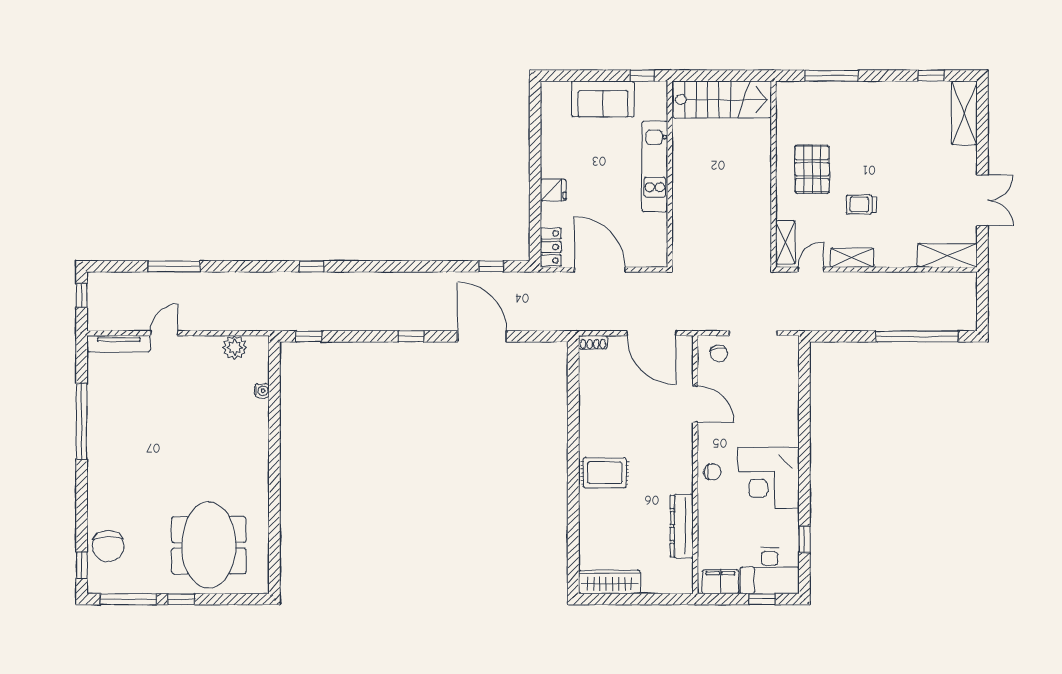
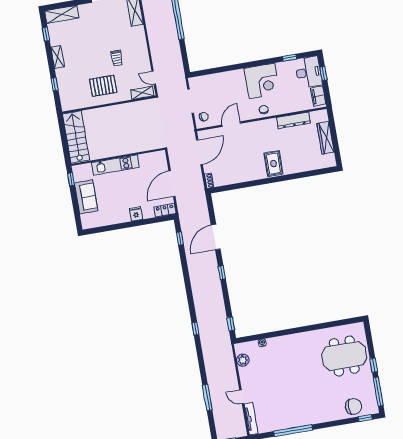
window: (831, 76) -> (55, 84), width x0.46
shelving: (852, 258) -> (58, 57), moved
wardrobe: (609, 582) -> (326, 138), moved

